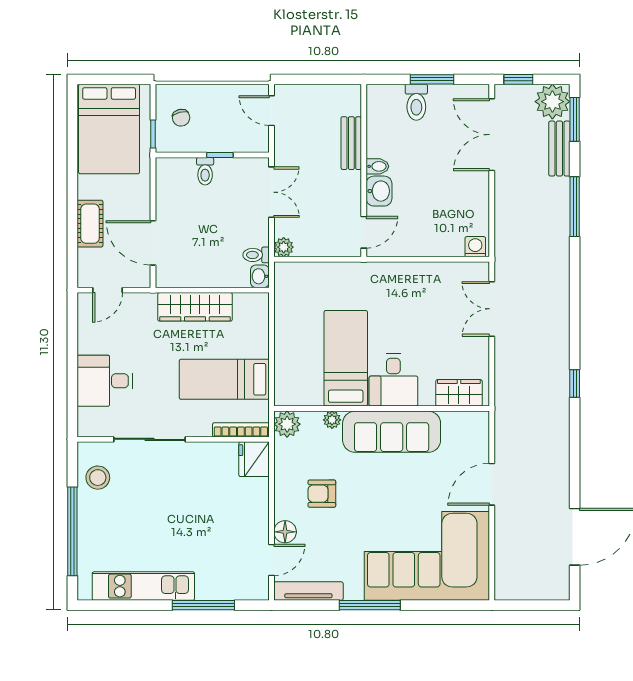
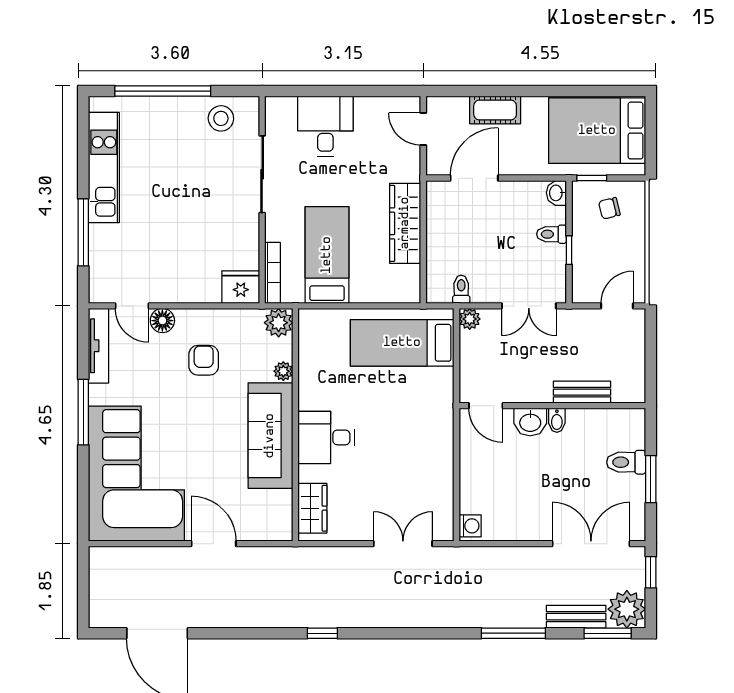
washbasin: (260, 276) -> (556, 193), moved, turned -90
bed: (346, 358) -> (402, 343), moved, turned 180

